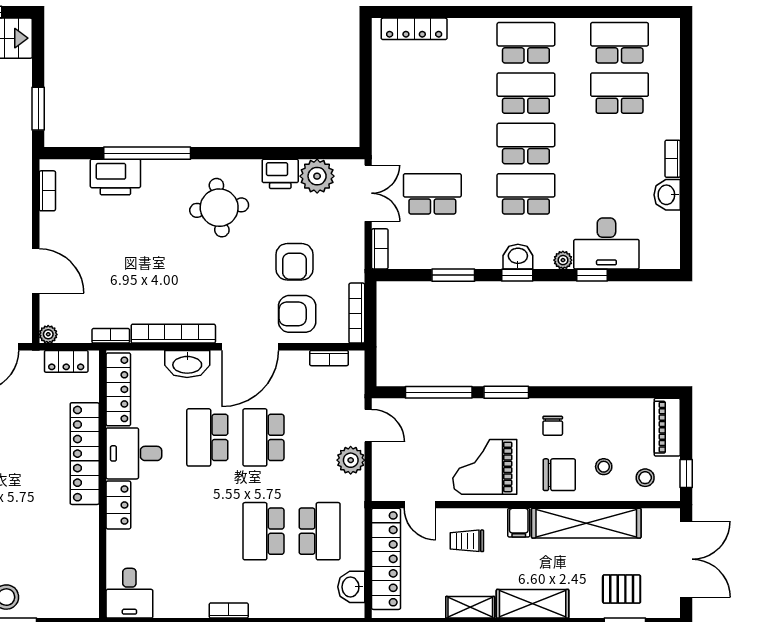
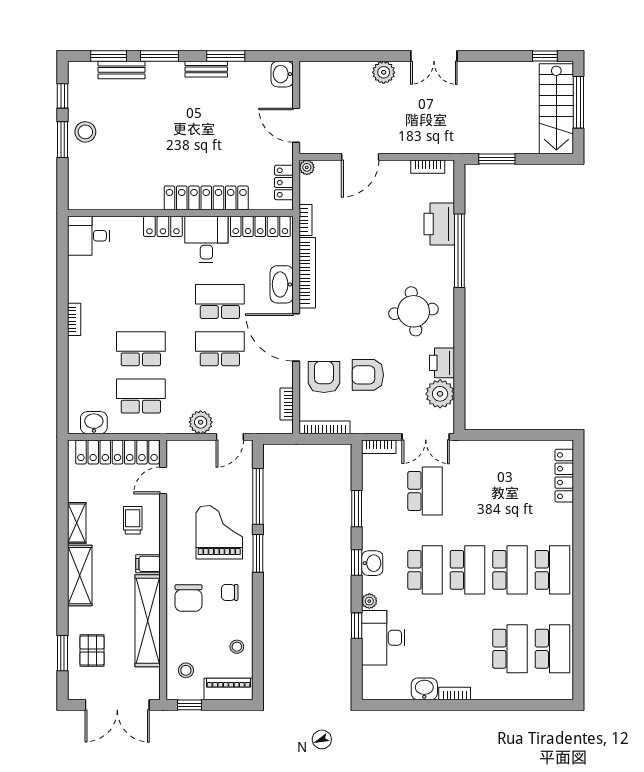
grand piano: (485, 467) -> (219, 532), moved
stool: (604, 467) -> (237, 647), moved
school desk: (320, 531) -> (141, 396), turned 180

